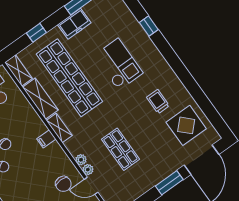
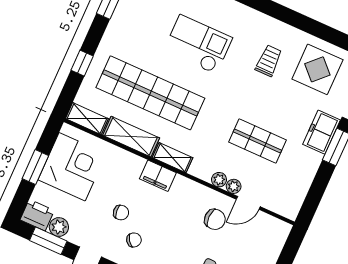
freezer: (74, 24) -> (322, 132), moved, turned 180
trolley: (158, 101) -> (269, 61), turned 90
filing cabinet: (46, 139) -> (158, 176), width x2.00

